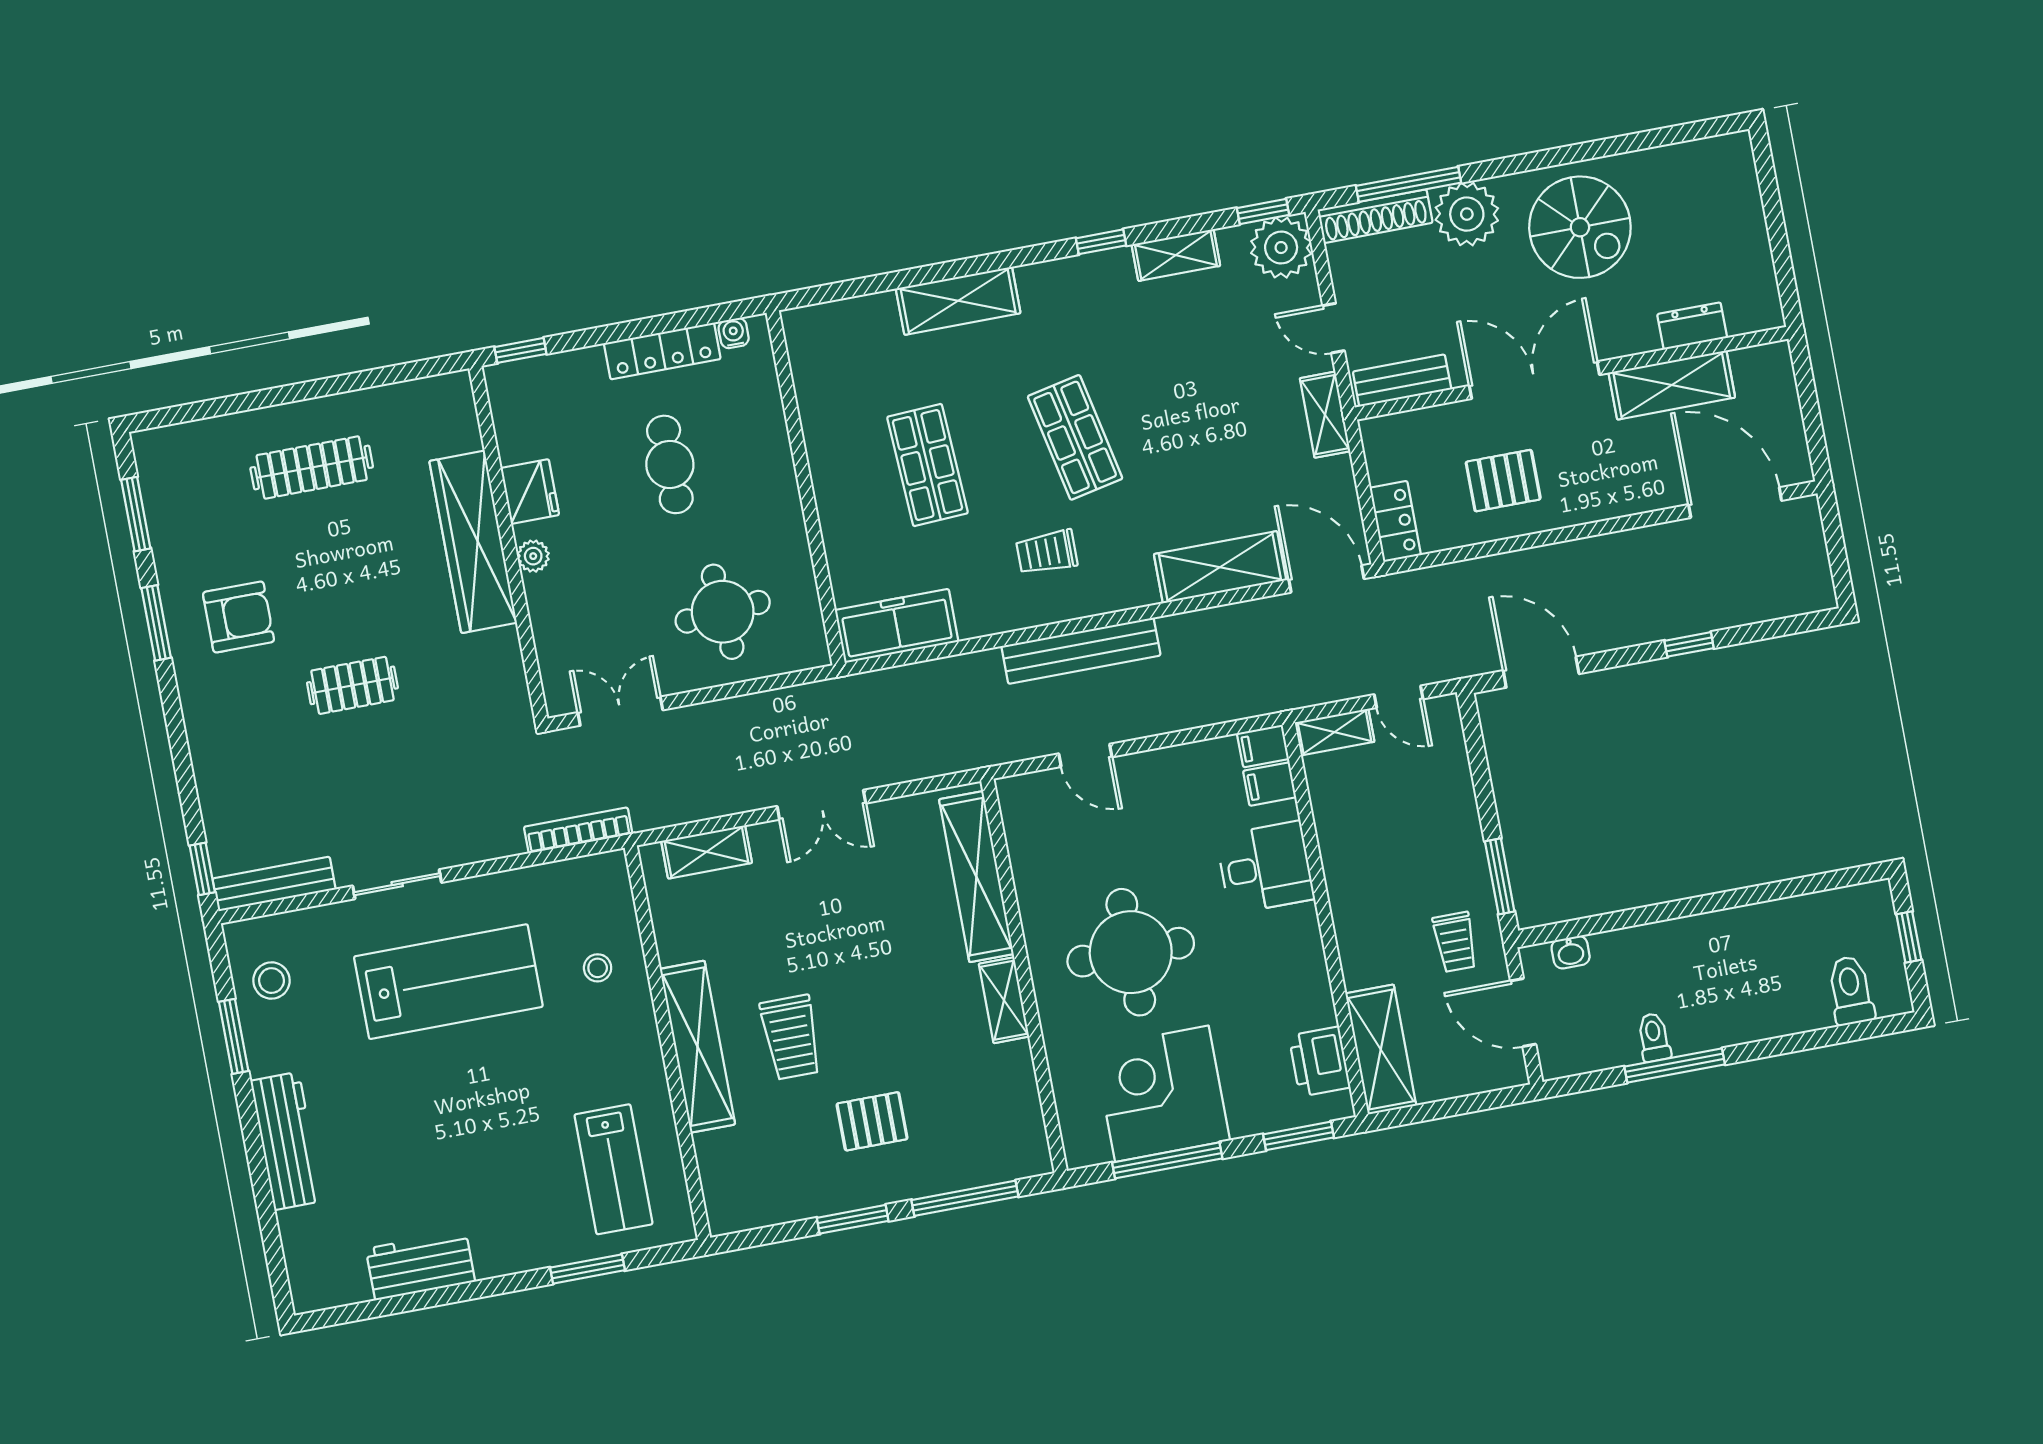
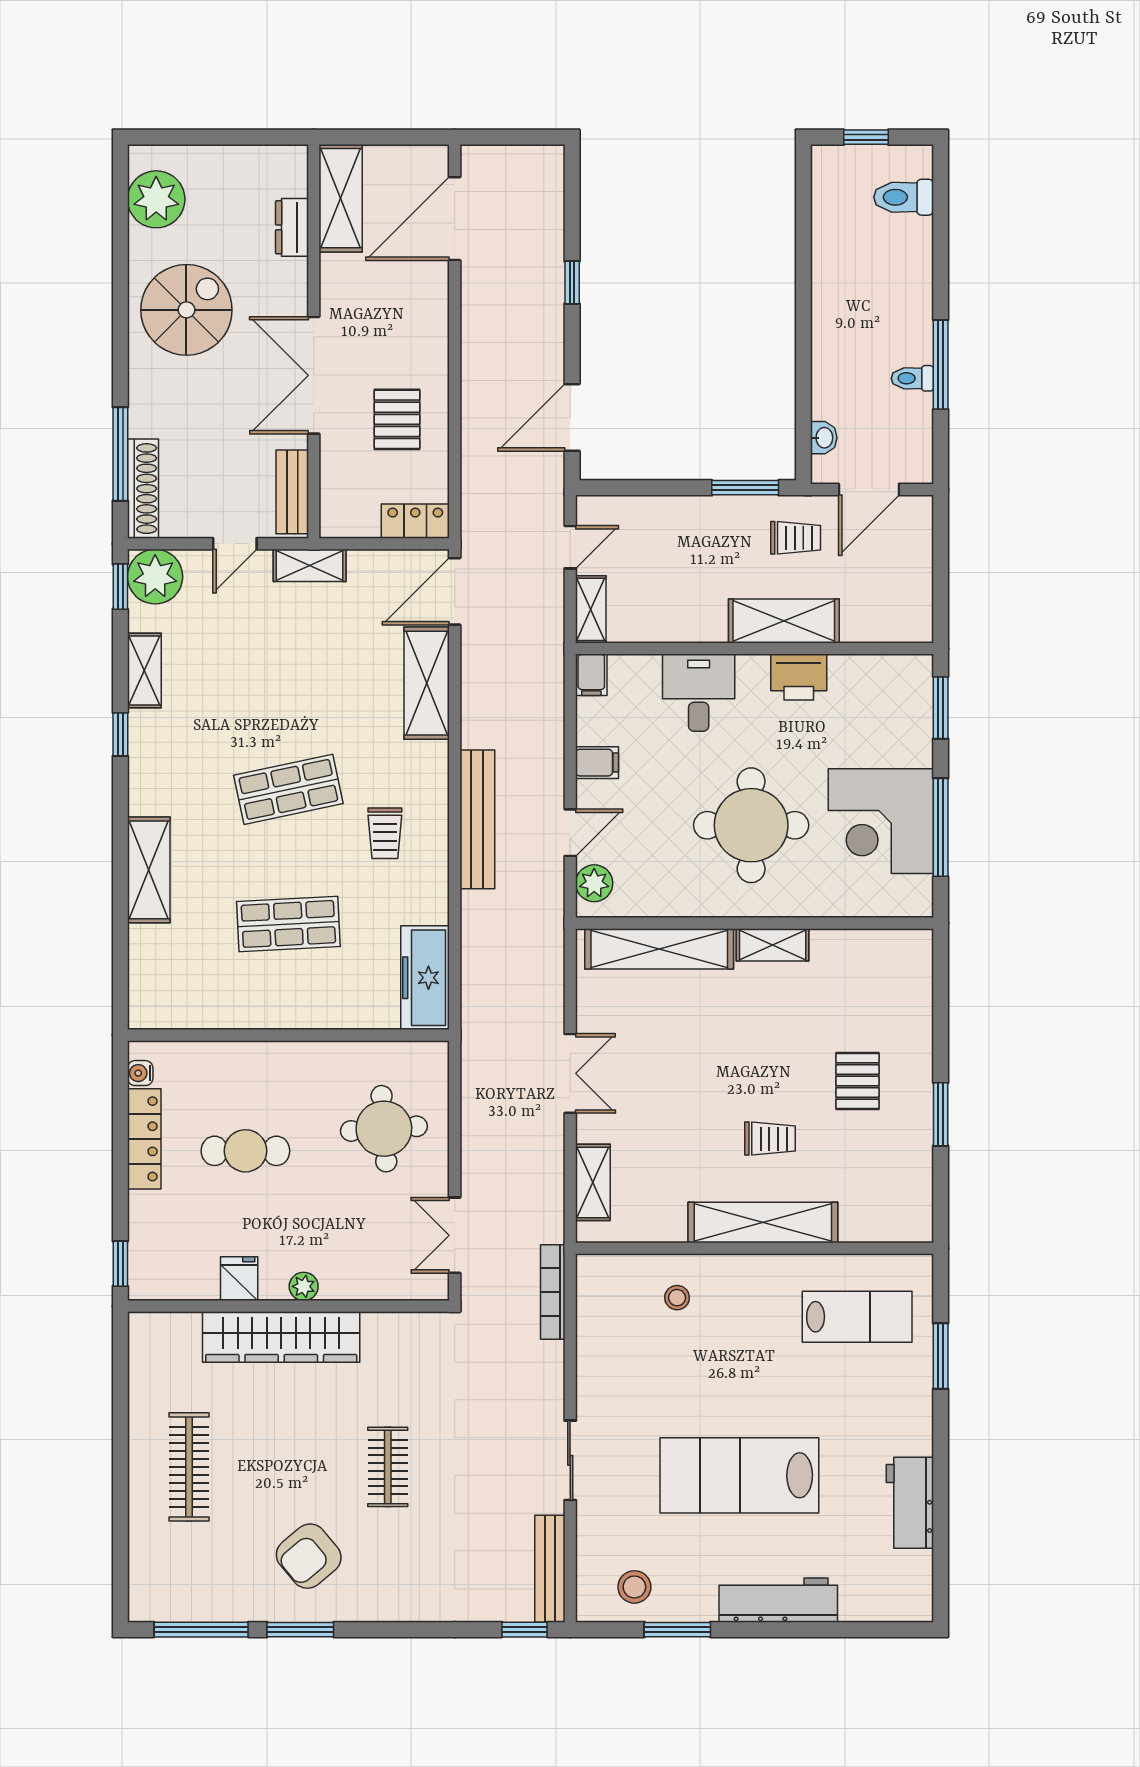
plant: (1467, 214) -> (156, 199), moved
shelving: (1672, 385) -> (341, 198), moved
fridge: (530, 492) -> (239, 1279), width x0.72
window: (136, 514) -> (201, 1630), width x1.44
armchair: (238, 617) -> (309, 1556), turned -130
filing cabinet: (1270, 784) -> (597, 763), moved, turned -90
plant: (1035, 792) -> (594, 883), added
lab bench: (448, 982) -> (739, 1475), moved, turned -90
trolley: (791, 1037) -> (770, 1139), width x0.73, depth x0.72
shelving: (1381, 1050) -> (784, 621), moved
printer: (1319, 1062) -> (799, 677), moved
window: (965, 1198) -> (941, 1012), removed

